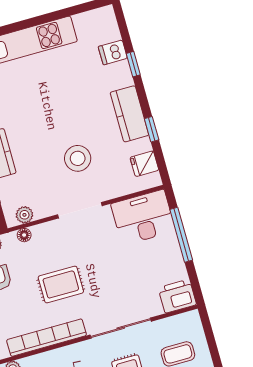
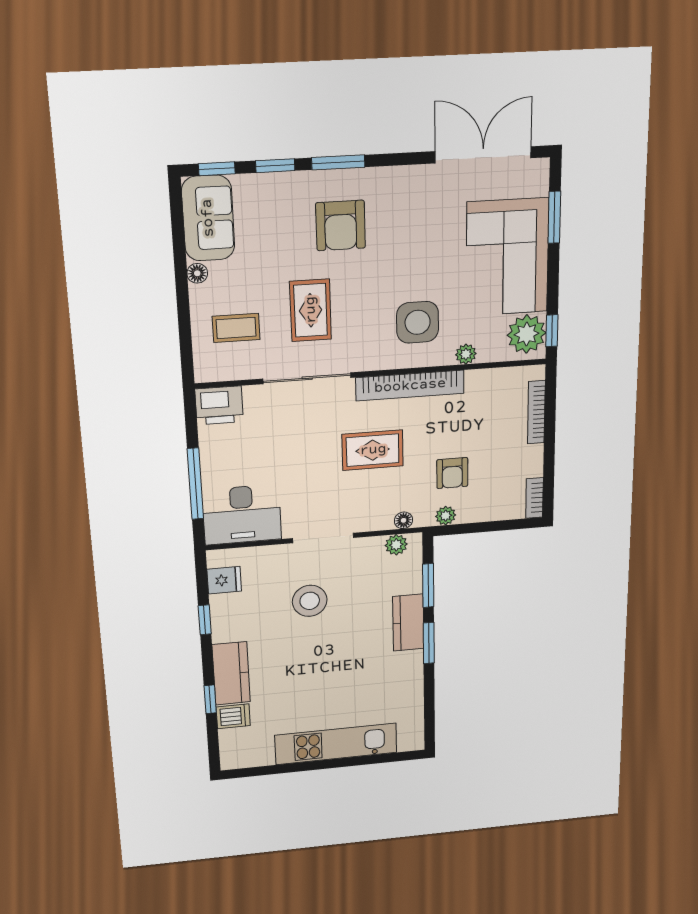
kitchen counter: (129, 114) -> (231, 673), moved

